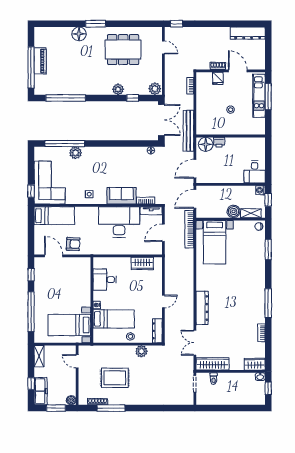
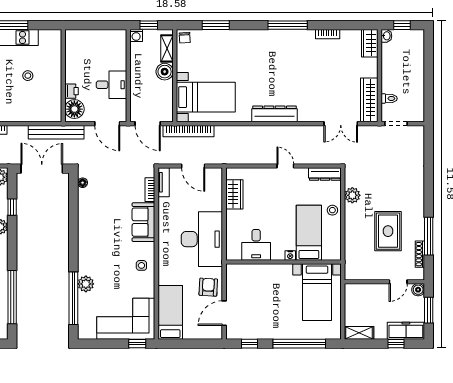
desk: (255, 172) -> (111, 85), moved
desk: (119, 222) -> (202, 239), moved, turned 180
dresser: (202, 308) -> (274, 114), moved
door: (77, 361) -> (398, 282), moved

